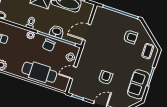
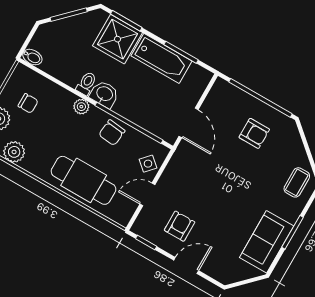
washbasin: (57, 32) -> (104, 94), moved
door: (87, 32) -> (188, 123), swing flipped
armchair: (130, 37) -> (254, 133), moved
armchair: (106, 78) -> (180, 226), moved

